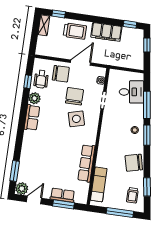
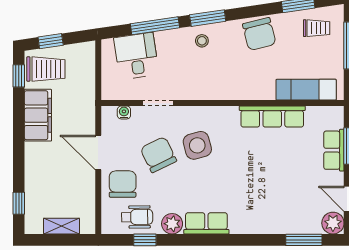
shelving: (44, 25) -> (62, 226), moved
trolley: (75, 31) -> (46, 69), moved, turned 90
chair: (74, 96) -> (158, 155), turned 64

